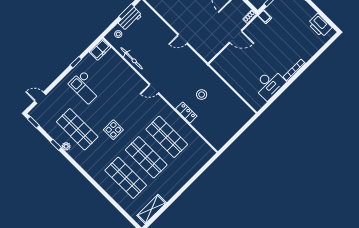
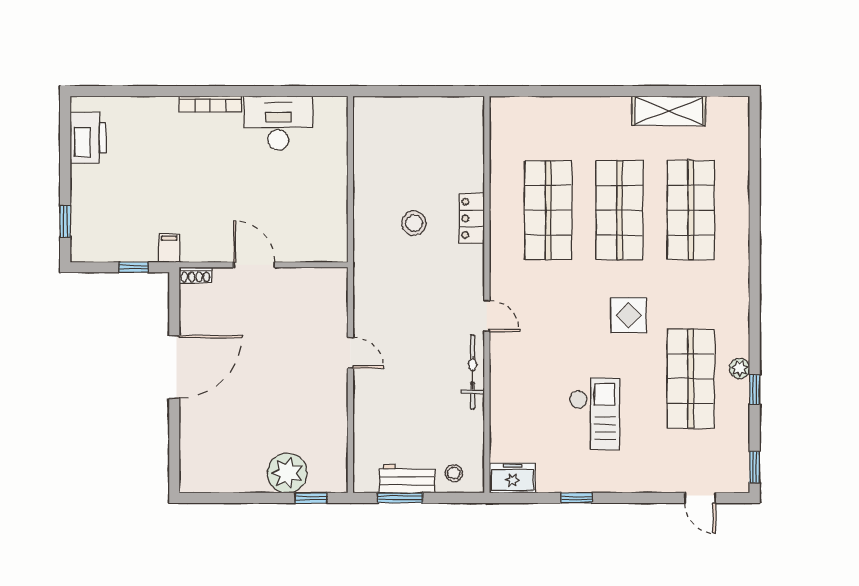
bicycle: (132, 58) -> (473, 372), moved
checkout: (85, 87) -> (594, 414), moved
shelving: (152, 209) -> (669, 111), moved

